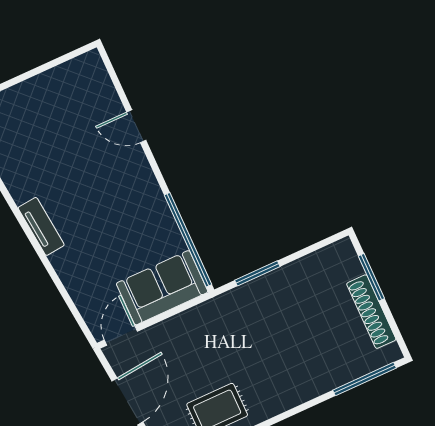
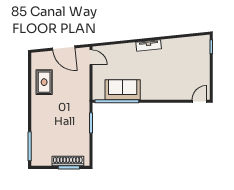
door: (136, 126) -> (200, 101), moved
sofa: (162, 288) -> (123, 90), moved, turned -90
shoe rack: (371, 312) -> (68, 161), moved

